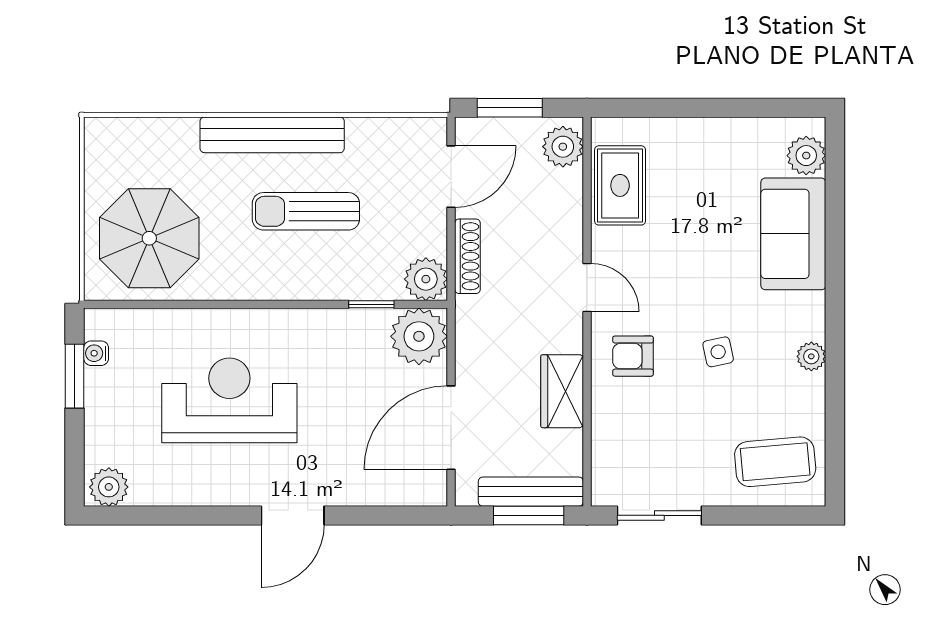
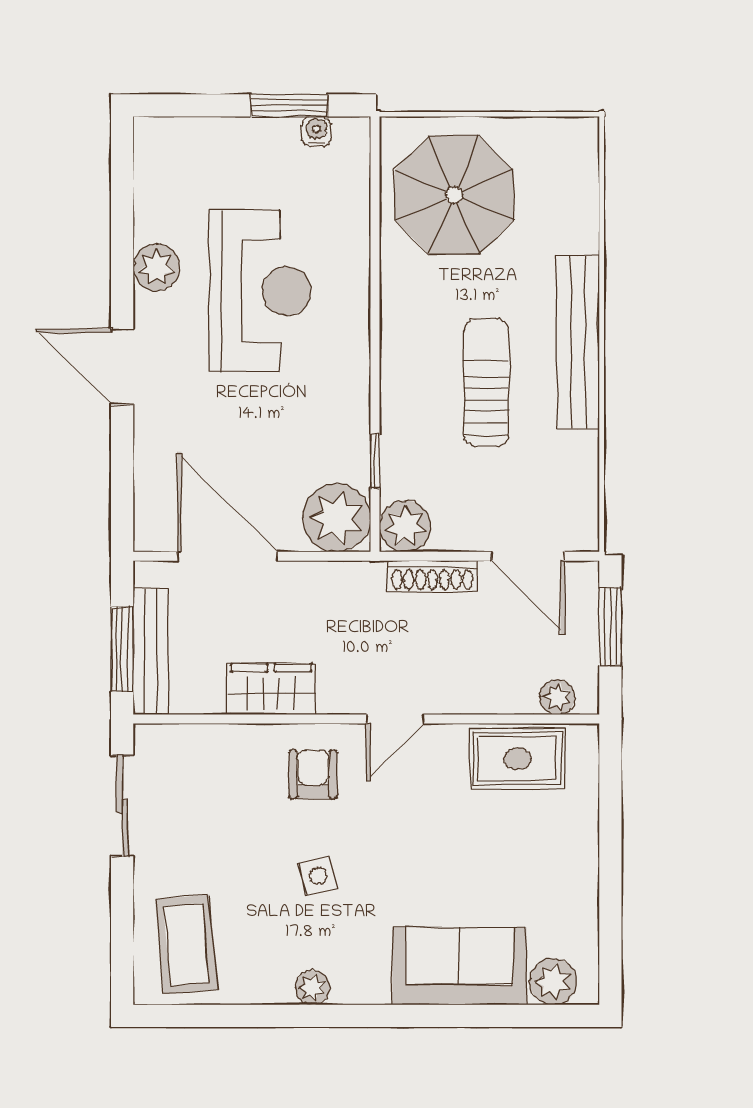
plant: (563, 147) -> (557, 697), width x0.73, depth x0.73
plant: (109, 487) -> (156, 267), moved

